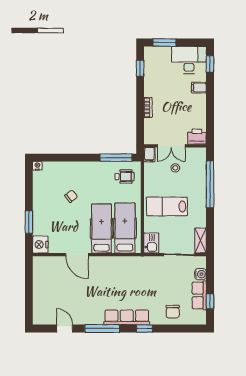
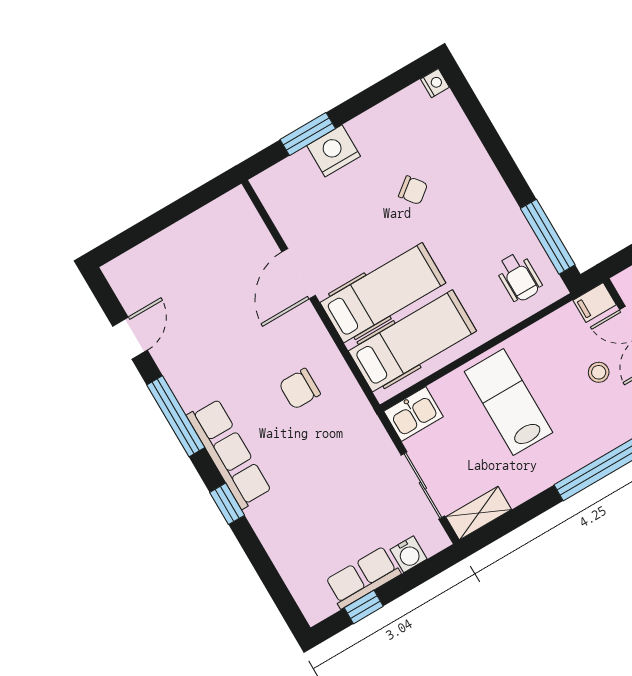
nightstand: (40, 245) -> (334, 151), moved
chair: (173, 312) -> (300, 389), moved

